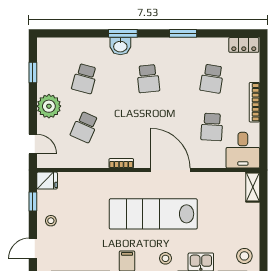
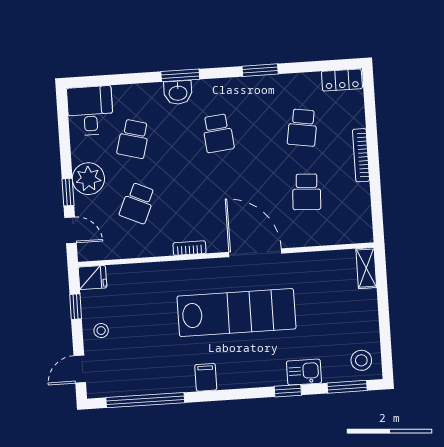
window: (33, 73) -> (68, 192), moved
desk: (243, 150) -> (90, 111), moved, turned 180
lab bench: (153, 214) -> (237, 313), turned 180
stool: (165, 258) -> (257, 370), removed

